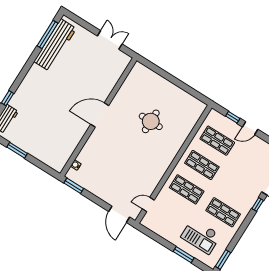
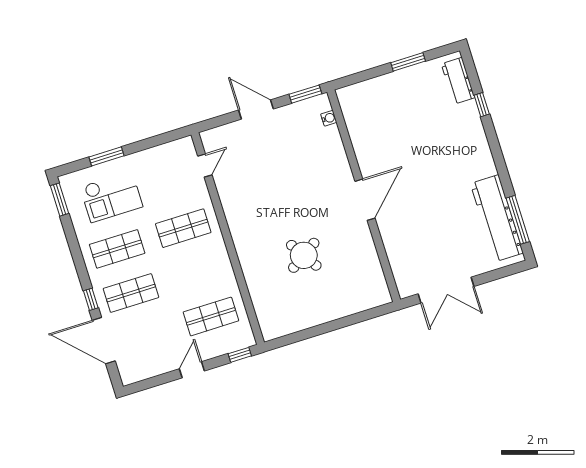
double door: (110, 40) -> (446, 290), width x1.37
window: (233, 117) -> (240, 355), moved
round table: (151, 121) -> (304, 255), turned -33
shop shelf: (202, 165) -> (131, 293), moved
door: (119, 214) -> (256, 110), moved
checkout: (201, 236) -> (111, 197), turned 180

